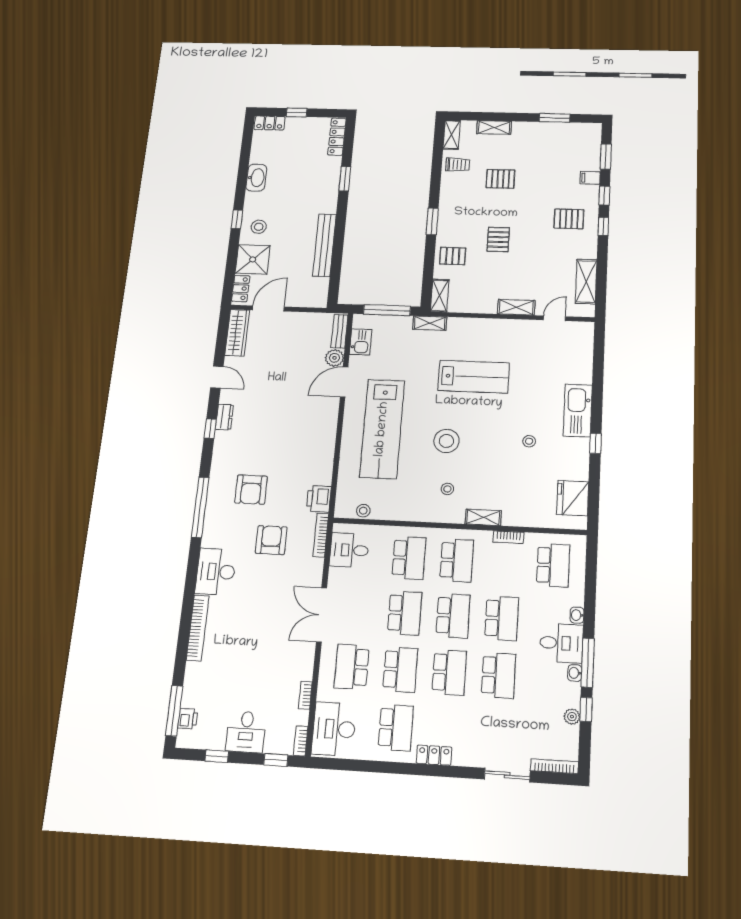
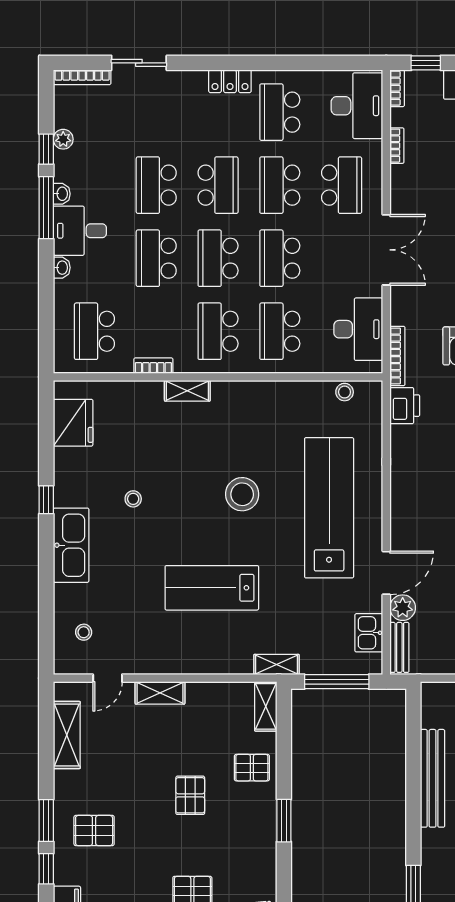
window: (603, 226) -> (46, 821), width x1.50
stool: (447, 489) -> (84, 632), moved
desk: (349, 550) -> (358, 329), width x1.37
school desk: (449, 672) -> (218, 185), turned 180

